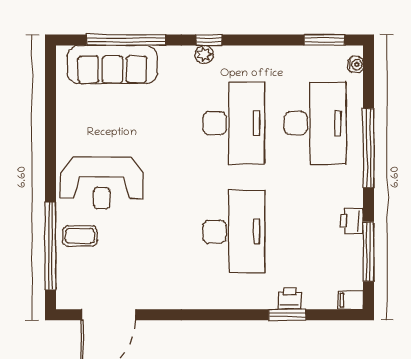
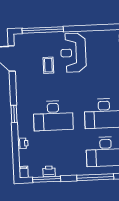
printer: (352, 221) -> (49, 171), moved
coffee table: (80, 236) -> (48, 65), moved
window: (287, 315) -> (14, 114), moved

